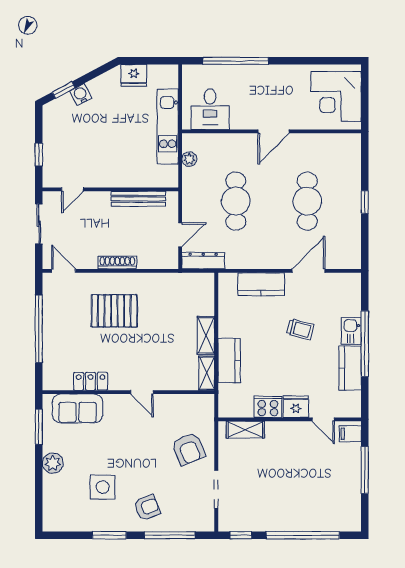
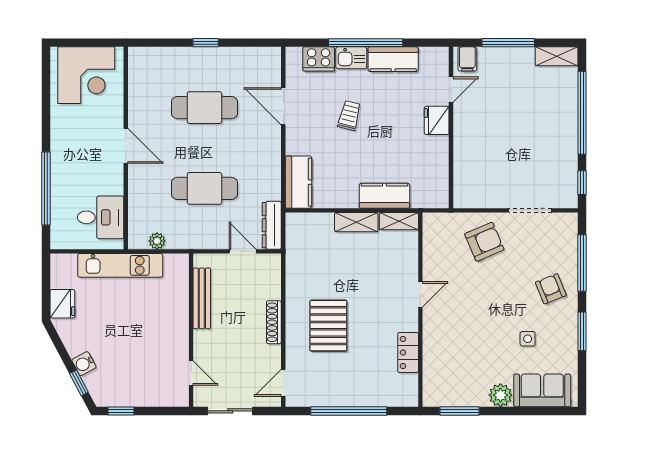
window: (39, 155) -> (121, 411), moved
kitchen counter: (261, 284) -> (298, 182), moved
cooker: (268, 407) -> (319, 59), moved, turned -90
sofa: (78, 409) -> (542, 390), moved, turned -90
shelving: (245, 430) -> (557, 56), moved, turned 90
side table: (103, 487) -> (528, 339), width x0.54, depth x0.54

